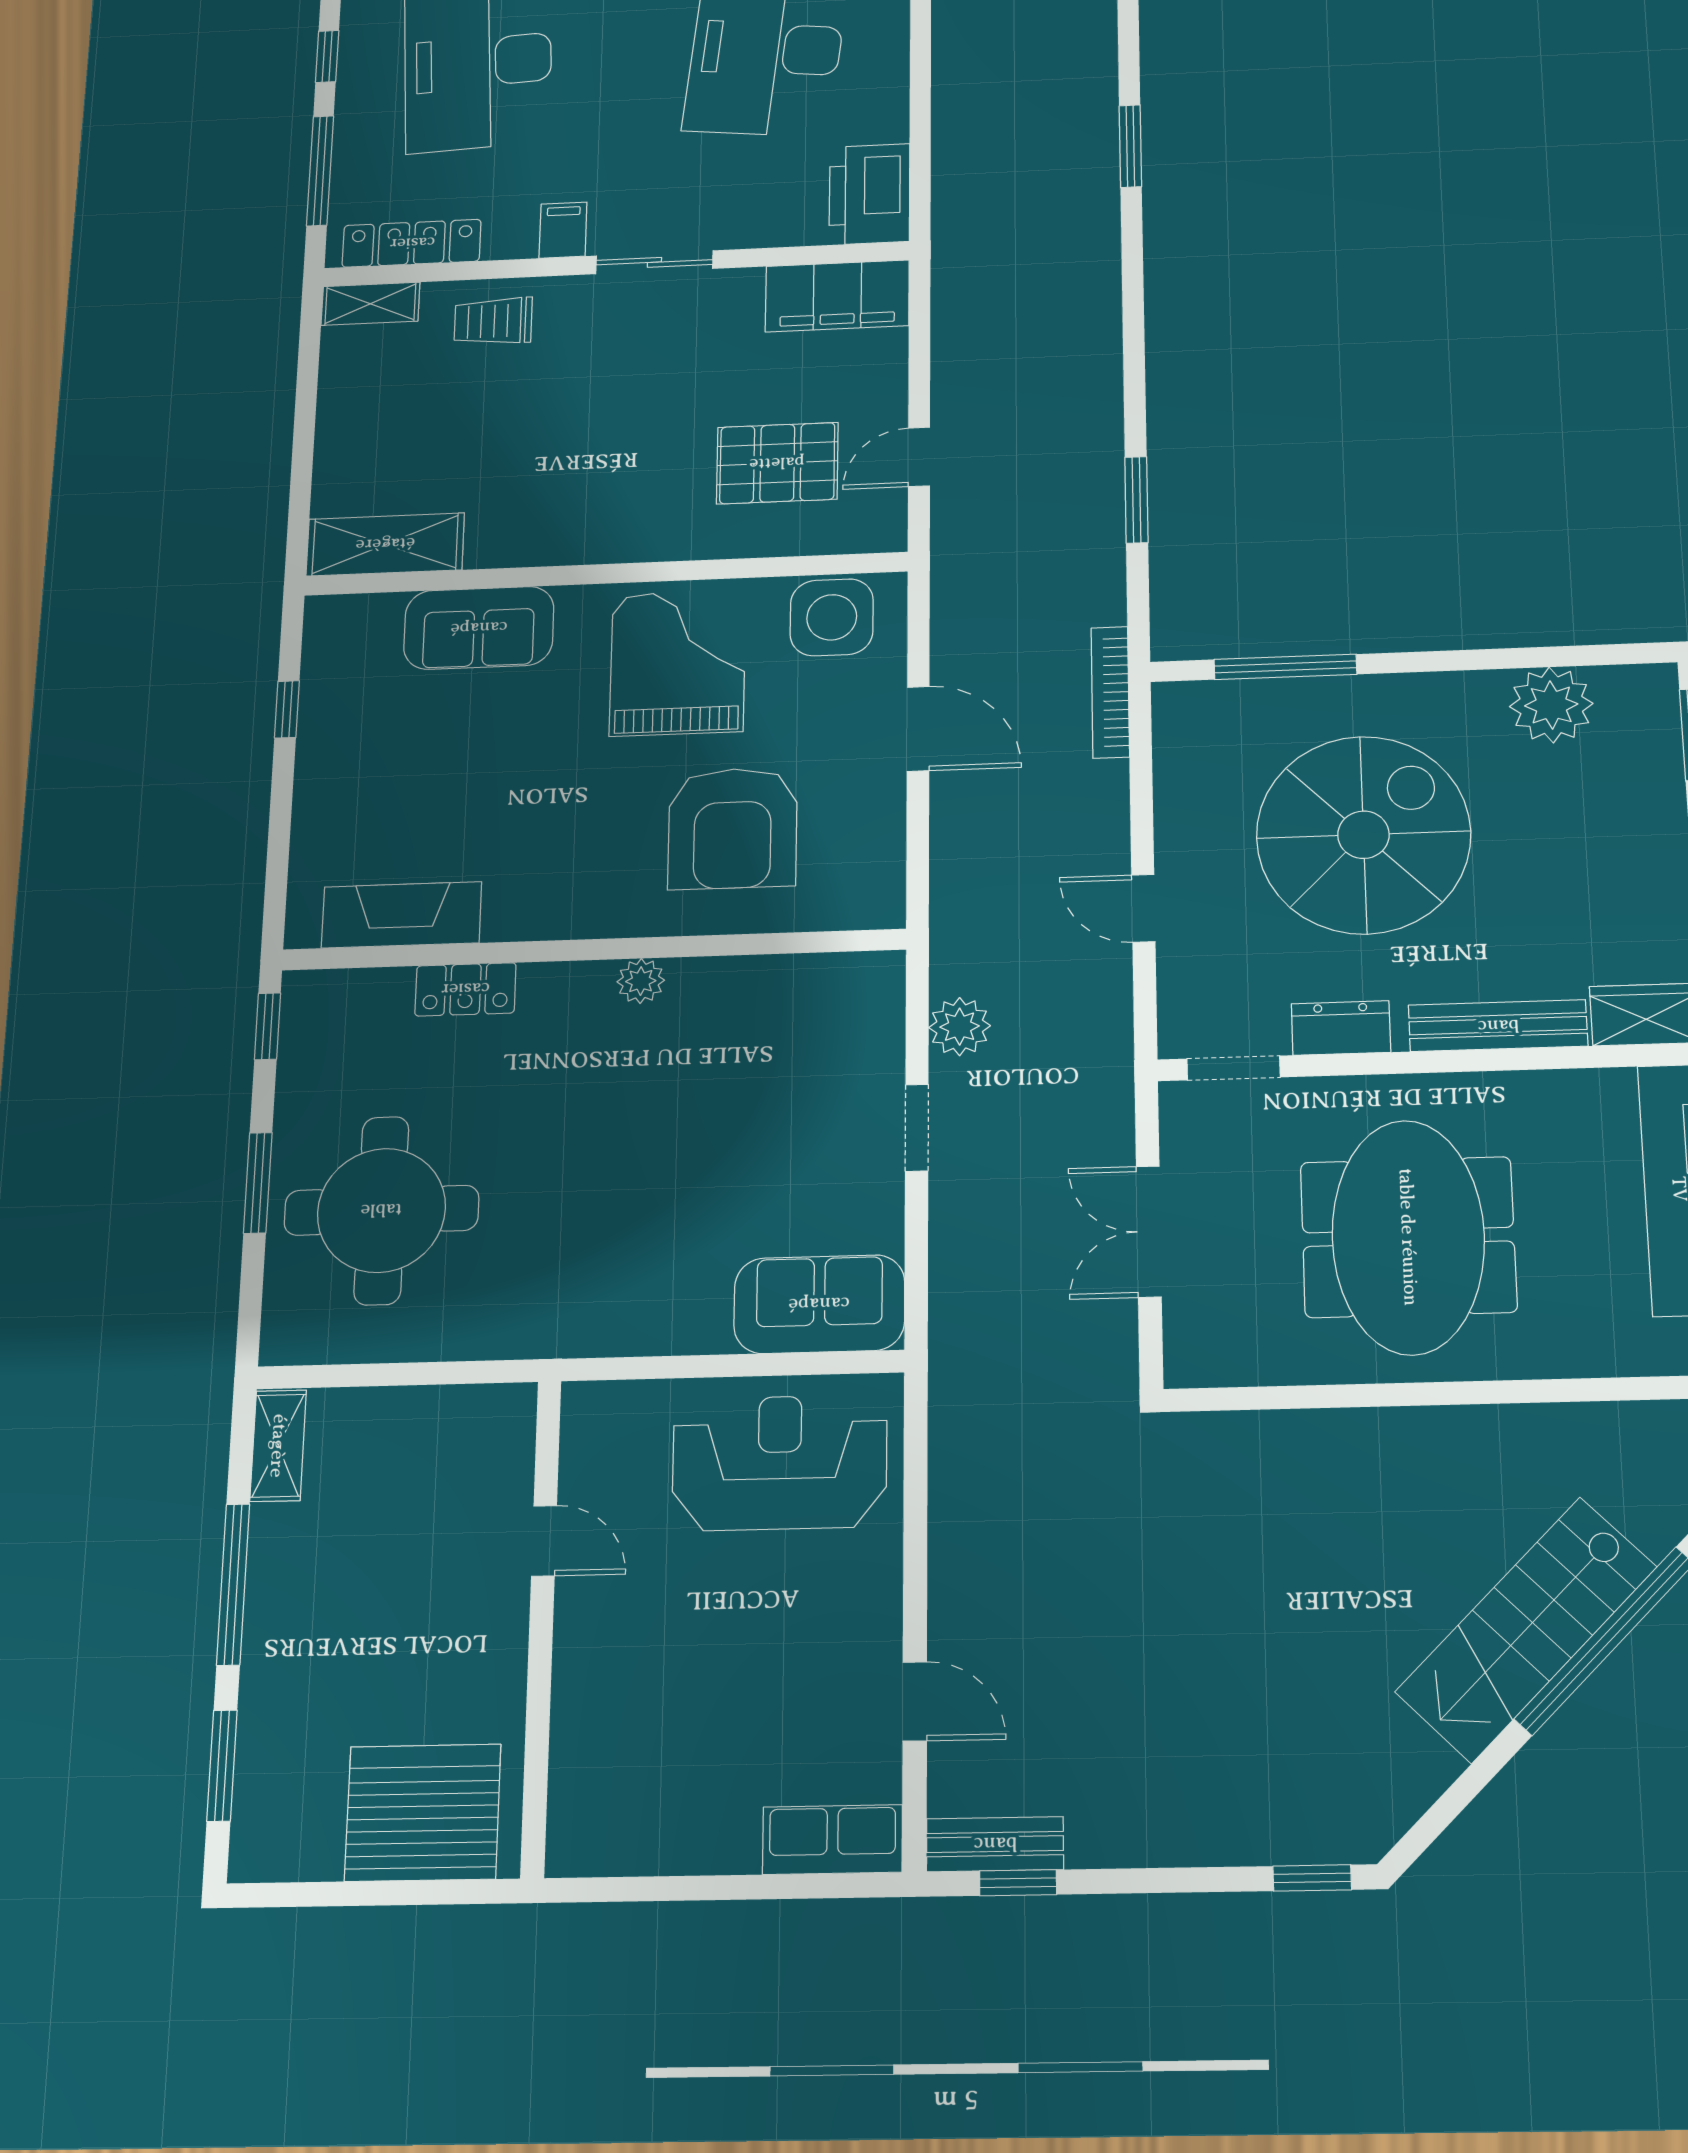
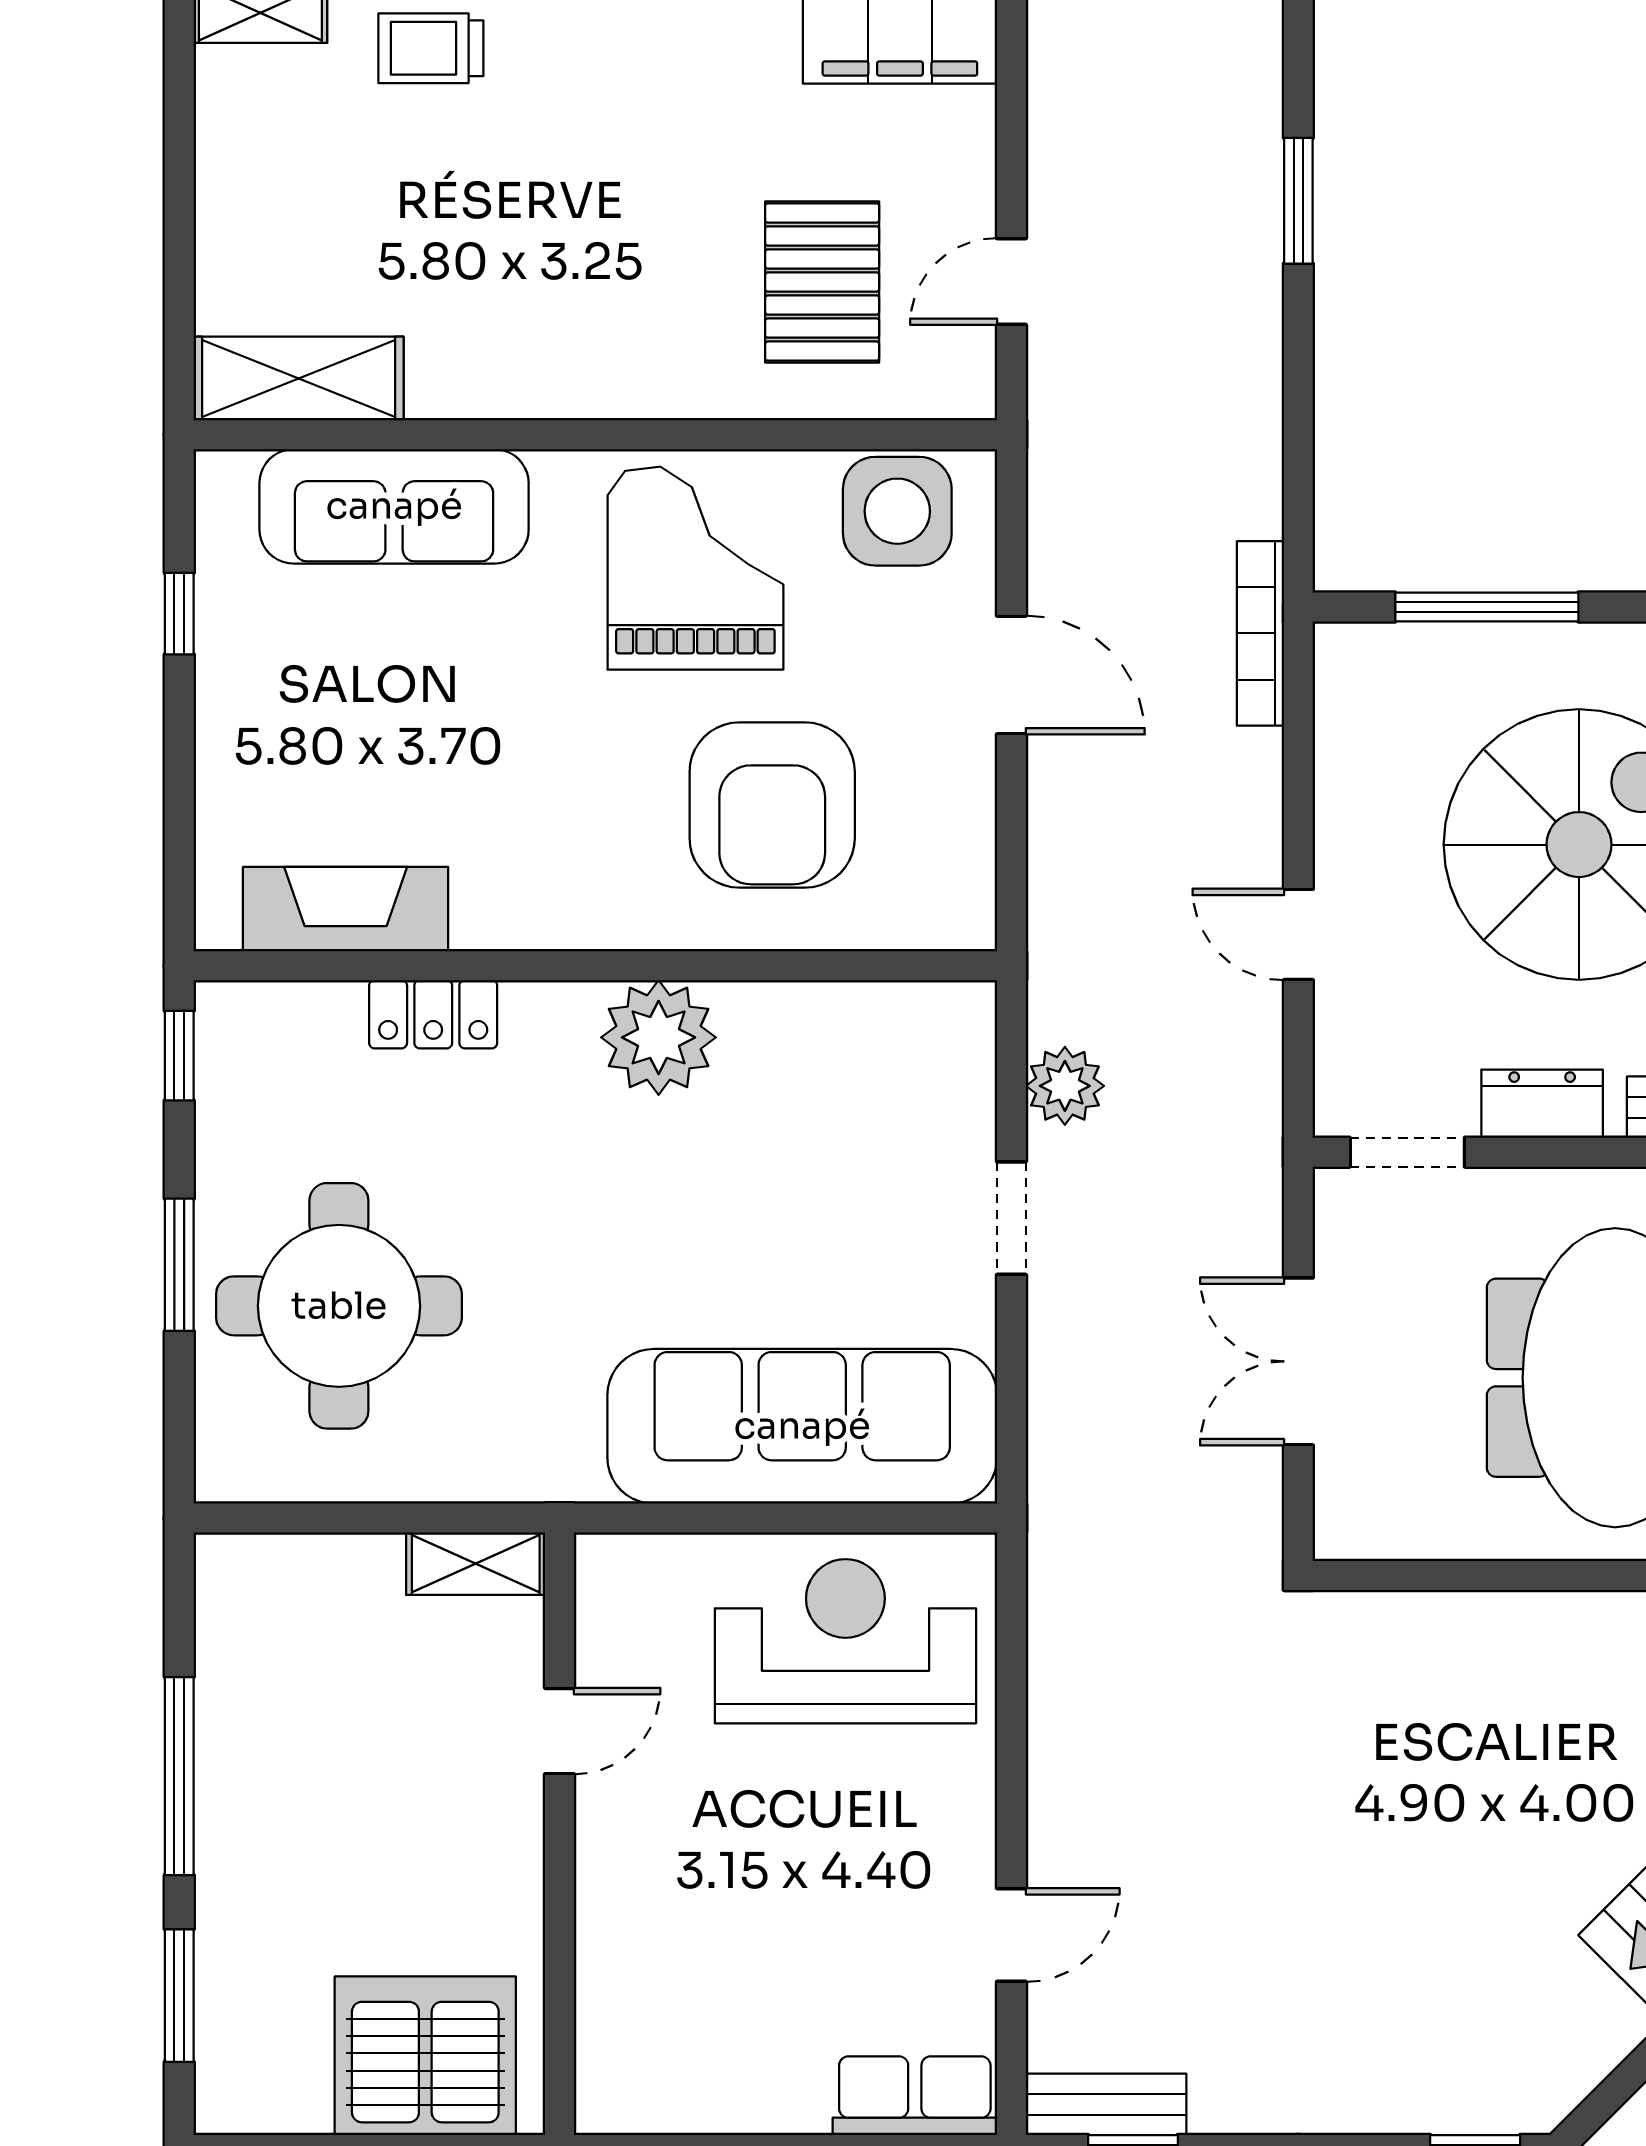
pallet: (777, 463) -> (822, 282), turned 90
window: (1136, 500) -> (1298, 201), moved
sofa: (479, 628) -> (394, 506), width x1.36
plant: (641, 981) -> (659, 1037), width x1.88, depth x1.88
sofa: (819, 1304) -> (802, 1426), width x1.85, depth x1.27
shelving: (278, 1446) -> (476, 1564), moved, turned 90
door: (544, 1541) -> (559, 1731), hinge flipped
door: (915, 1701) -> (1011, 1935), hinge flipped

